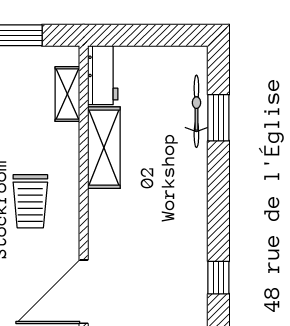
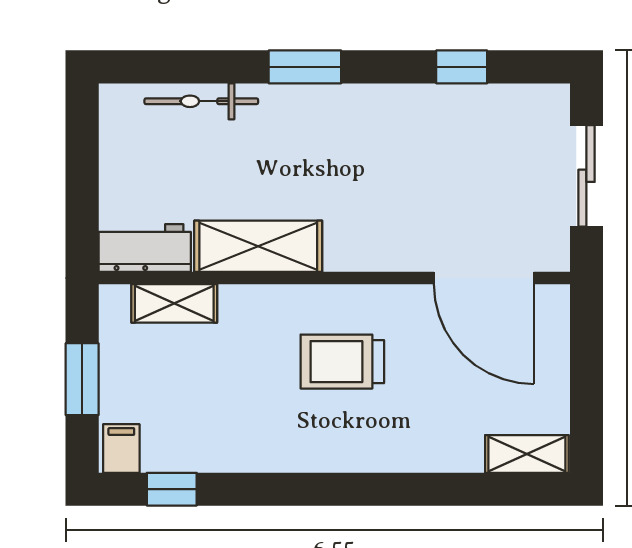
window: (218, 118) -> (305, 67), moved
trolley: (30, 201) -> (342, 362), turned 180

